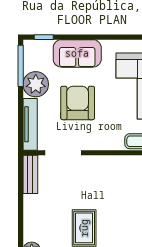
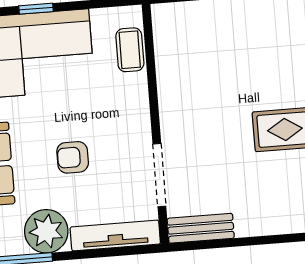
armchair: (78, 103) -> (73, 157), width x0.53, depth x0.53

